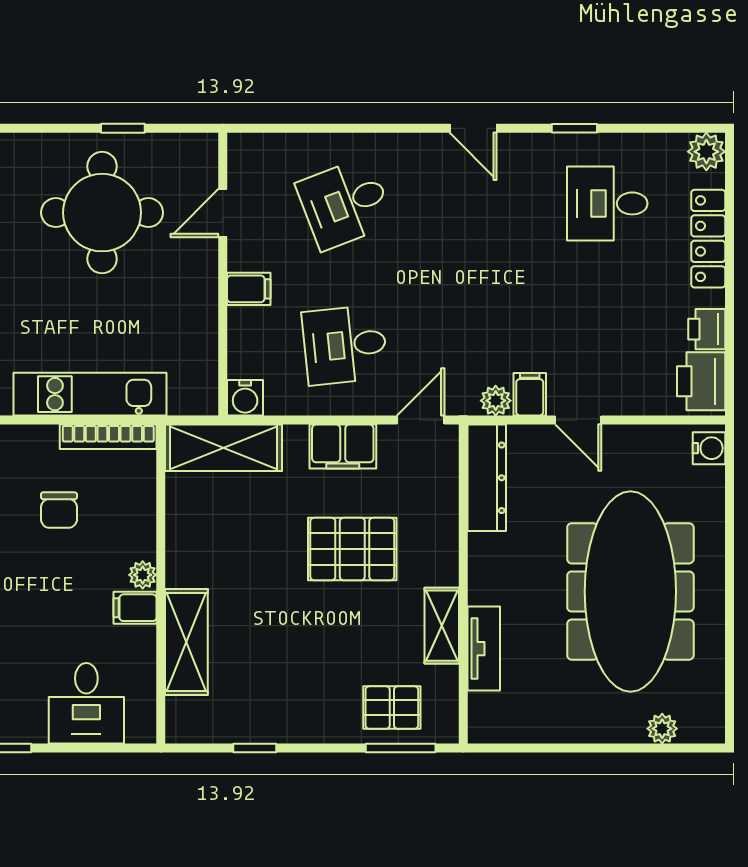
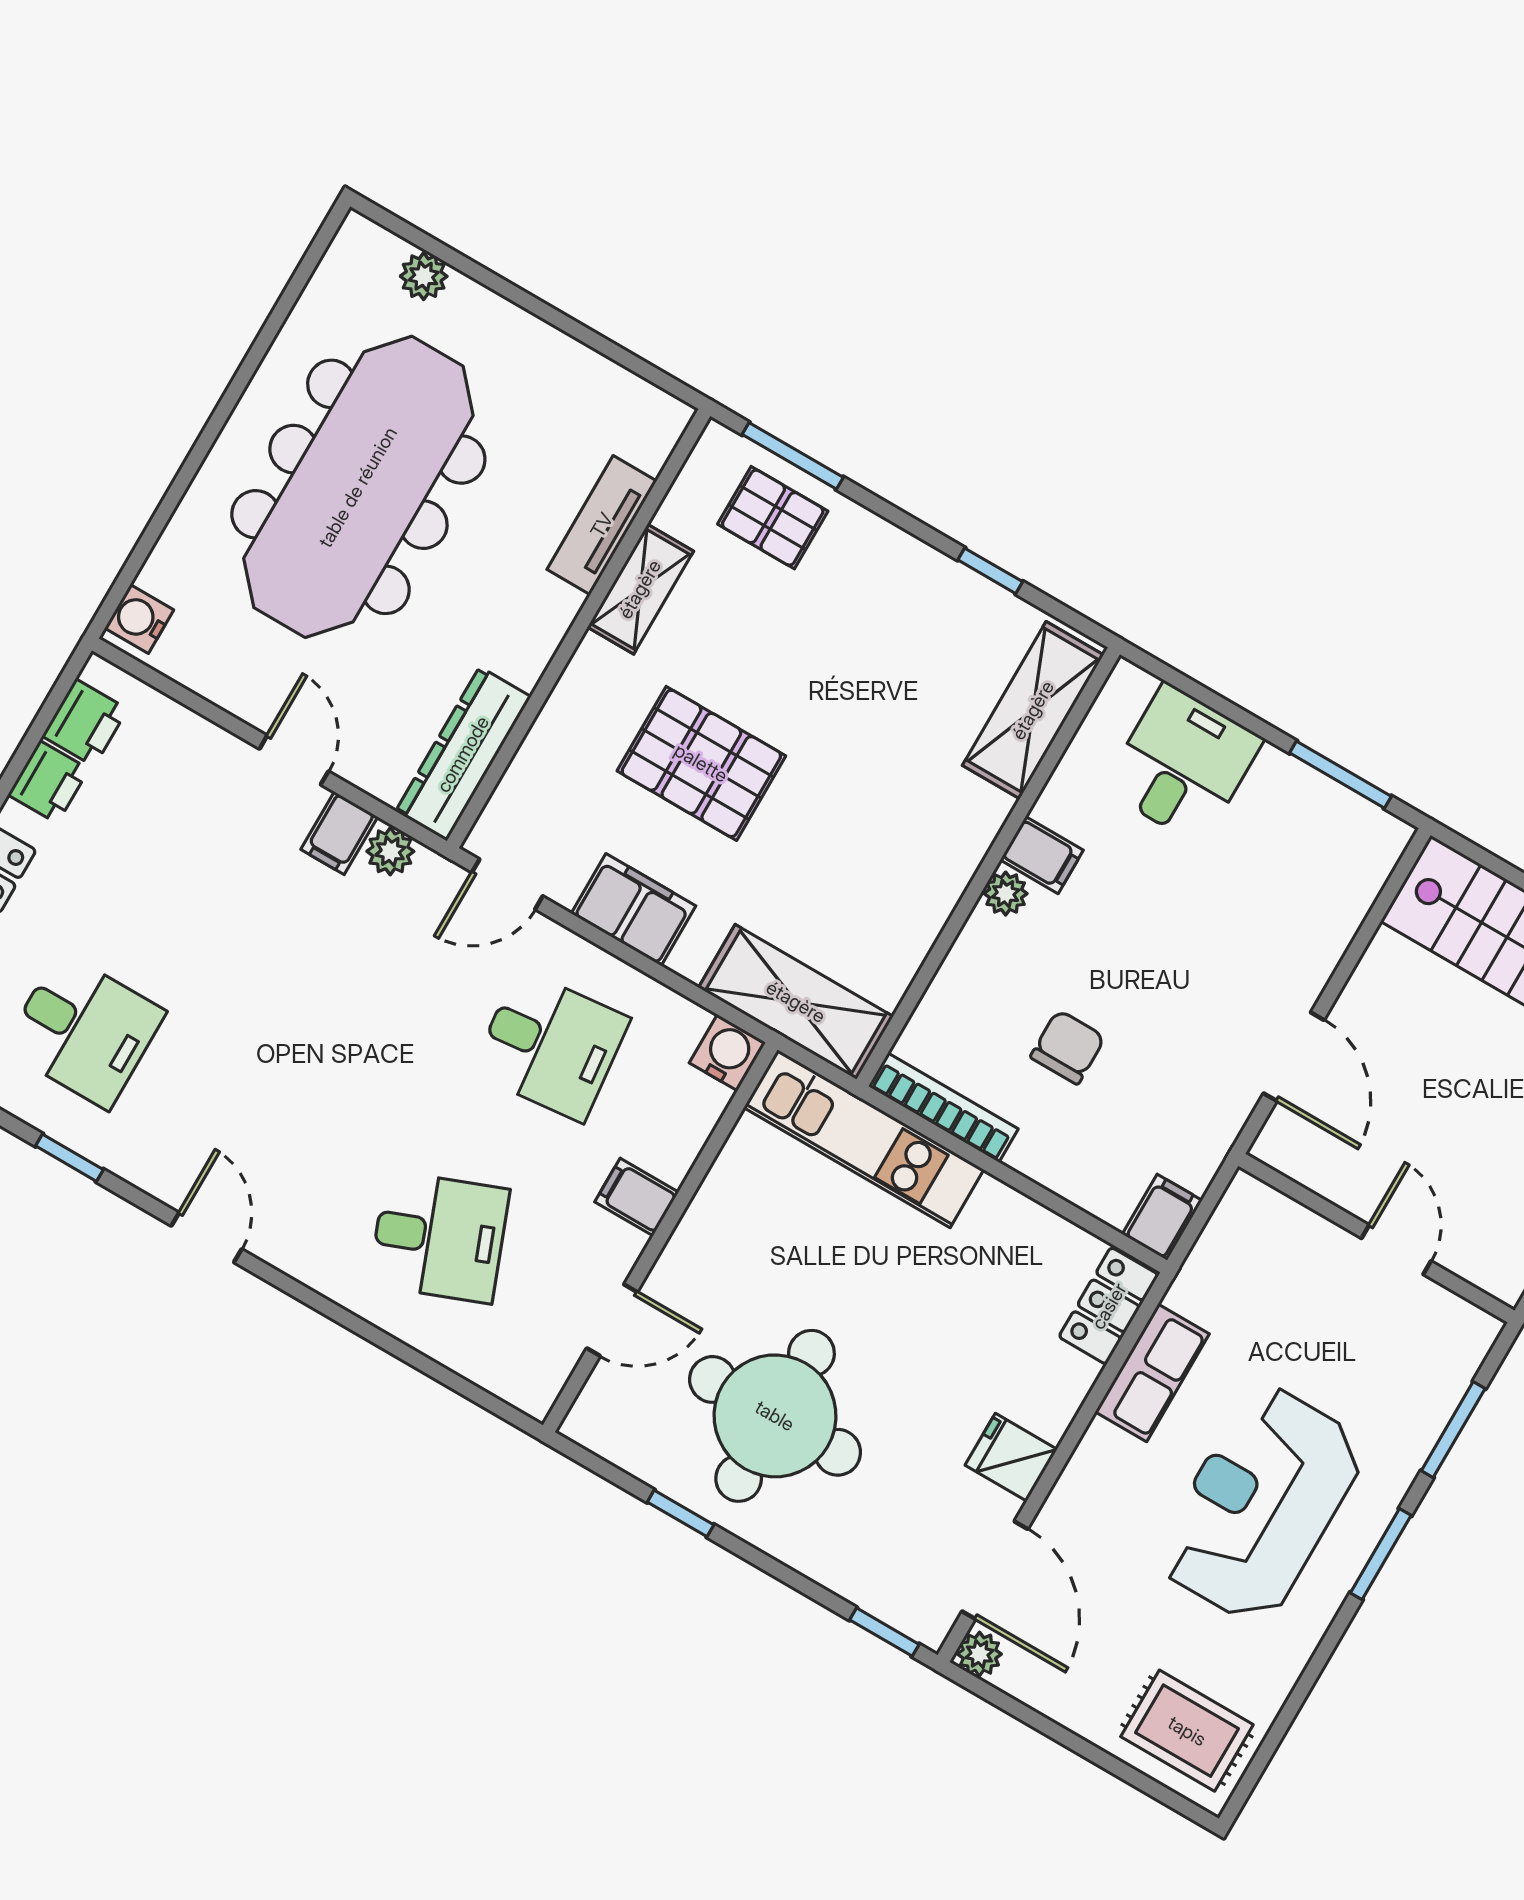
printer: (701, 381) -> (85, 723), width x0.73, depth x0.81
kitchen unit: (90, 394) -> (864, 1139), moved
shelving: (186, 642) -> (1033, 710), moved

